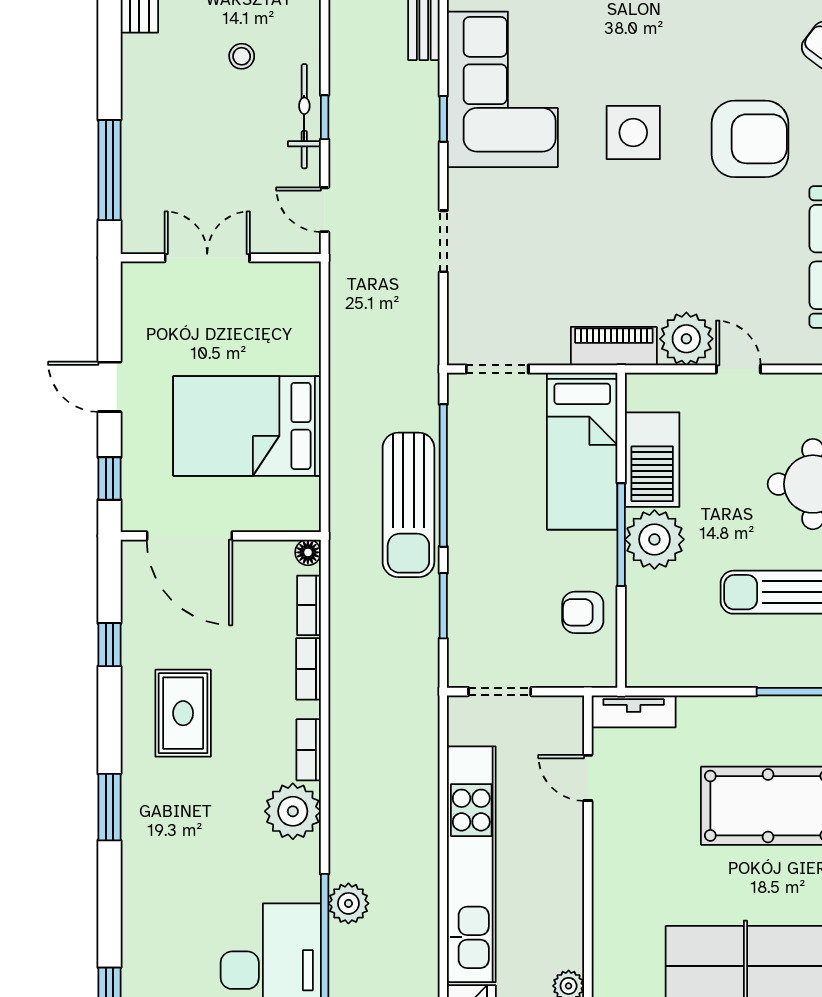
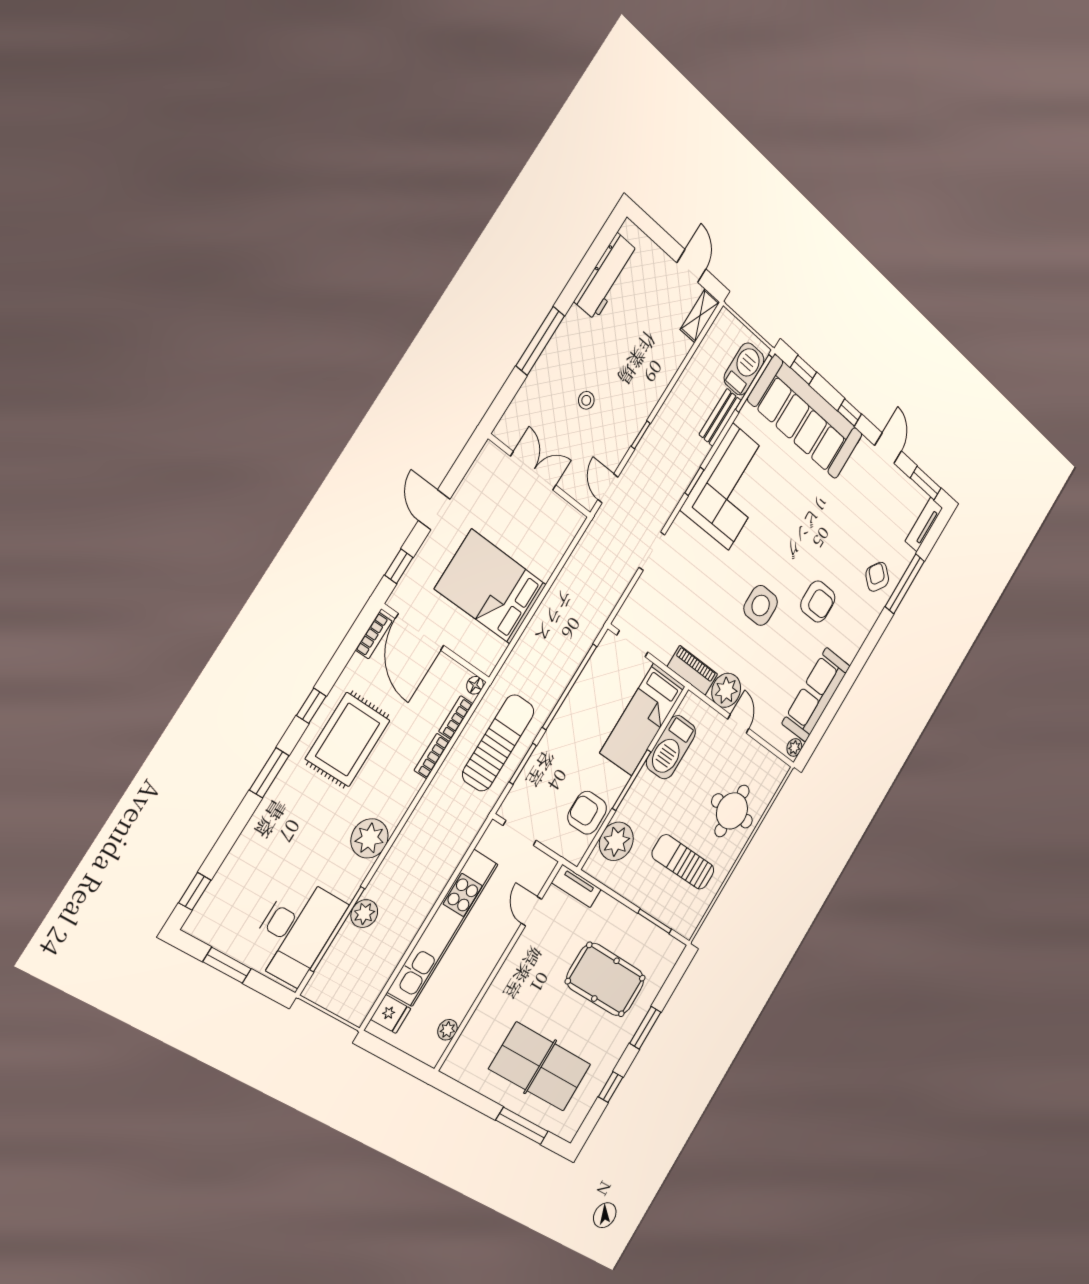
stool: (242, 56) -> (586, 400), moved
bicycle: (304, 116) -> (632, 426), removed
side table: (633, 132) -> (761, 605), moved
armchair: (750, 139) -> (818, 601), width x0.73, depth x0.73
window: (109, 170) -> (540, 341), moved
sun lounger: (408, 505) -> (498, 743), moved, turned 180
plant: (654, 539) -> (616, 841), moved
armchair: (583, 612) -> (587, 813), width x1.38, depth x1.38
window: (109, 645) -> (311, 706), moved
rug: (183, 713) -> (348, 740), width x1.36, depth x1.43
bookcase: (309, 750) -> (374, 636), moved, turned 180

